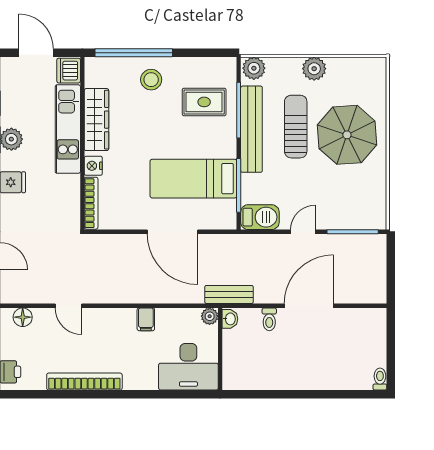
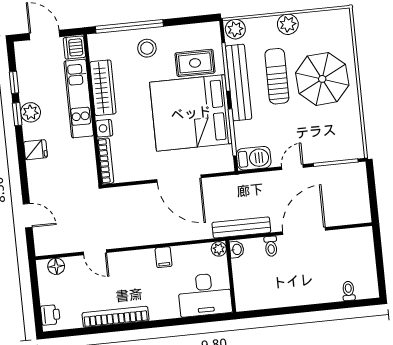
bed: (193, 179) -> (191, 113), width x2.04
bench: (229, 294) -> (241, 227), width x1.36
toilet: (380, 379) -> (349, 291), moved

